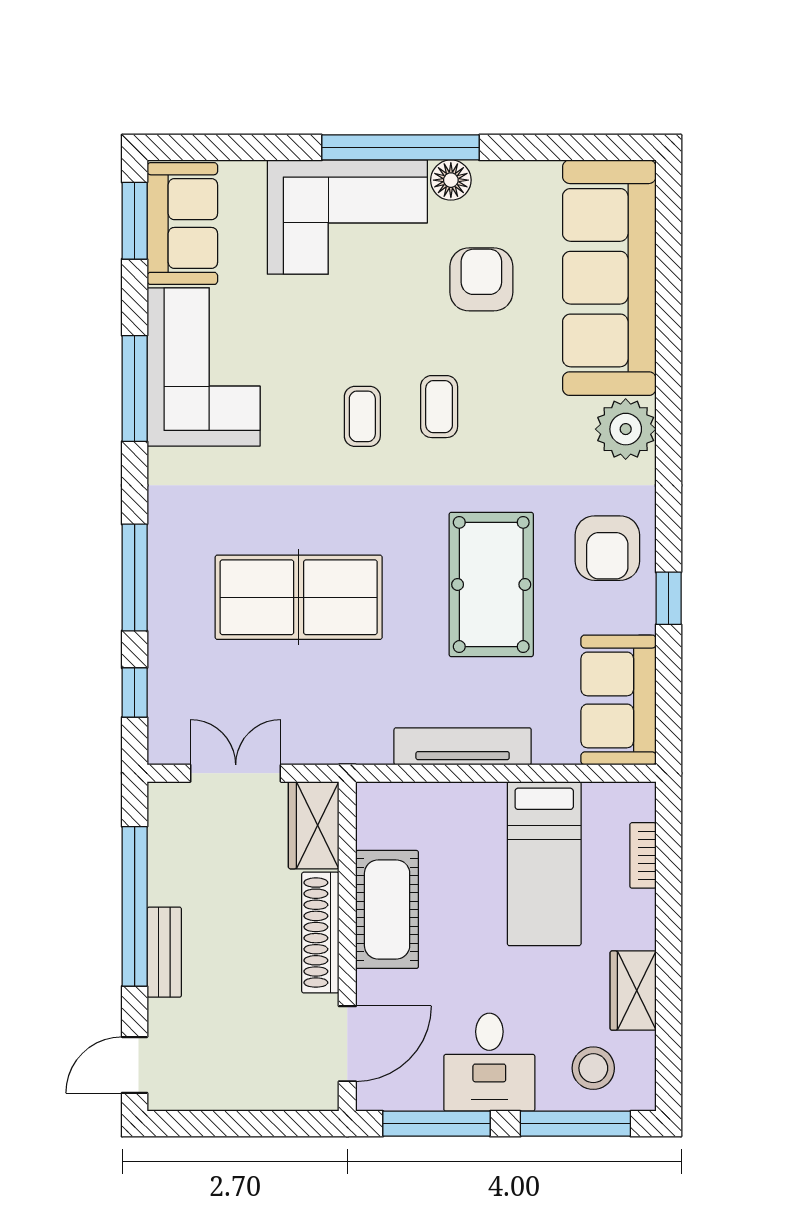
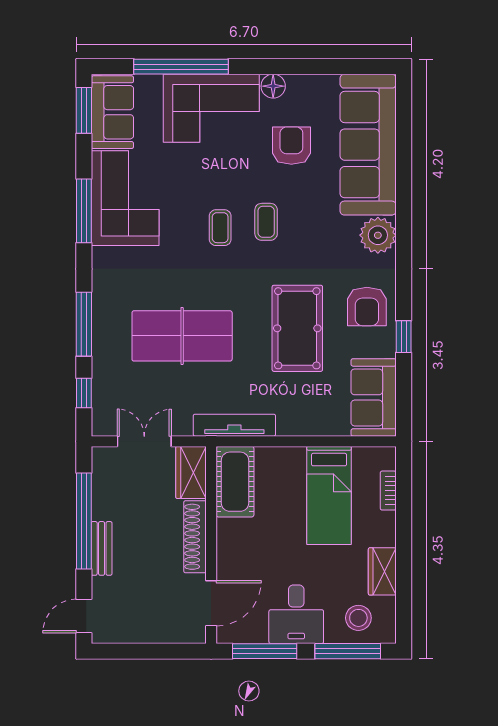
window: (401, 147) -> (181, 67), moved
tv unit: (463, 746) -> (234, 425), moved
cot: (387, 909) -> (235, 482), moved

